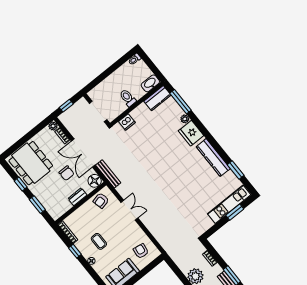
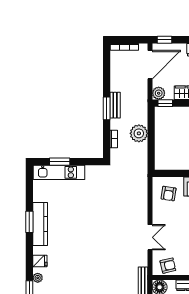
fridge: (191, 133) -> (40, 261), width x0.53, depth x0.75
window: (236, 170) -> (29, 222), moved
double door: (129, 210) -> (150, 237), swing flipped

